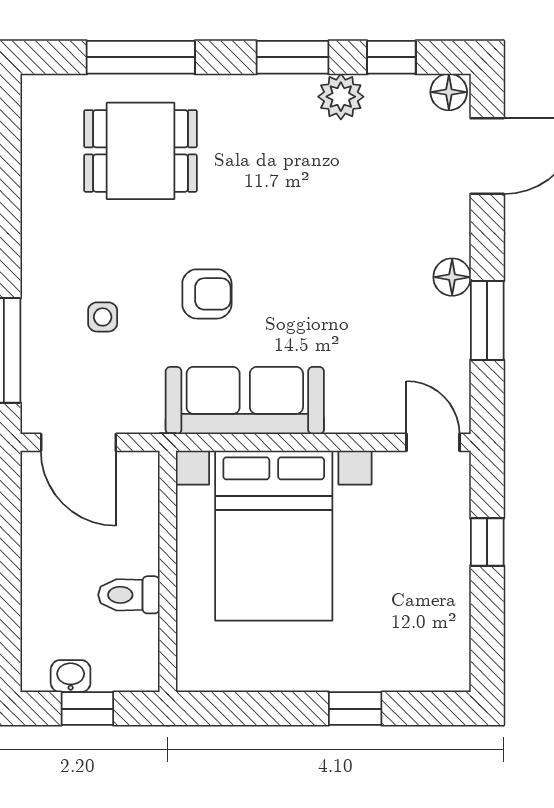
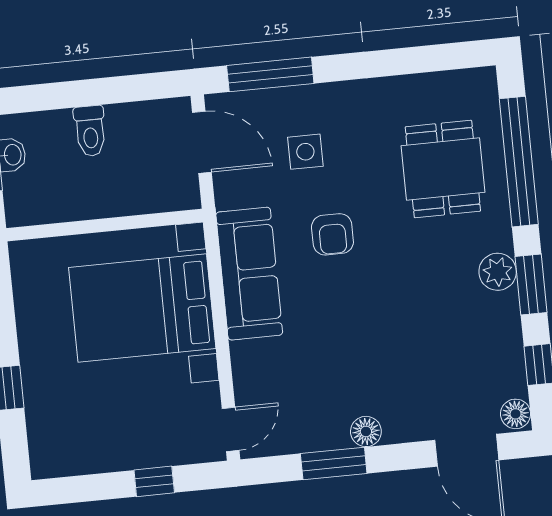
window: (141, 57) -> (519, 162), width x1.46
plant: (341, 97) -> (498, 272), moved
side table: (103, 317) -> (305, 152), width x1.37, depth x1.37
door: (78, 442) -> (202, 142), swing flipped
toilet: (129, 595) -> (90, 131), moved, turned 180

